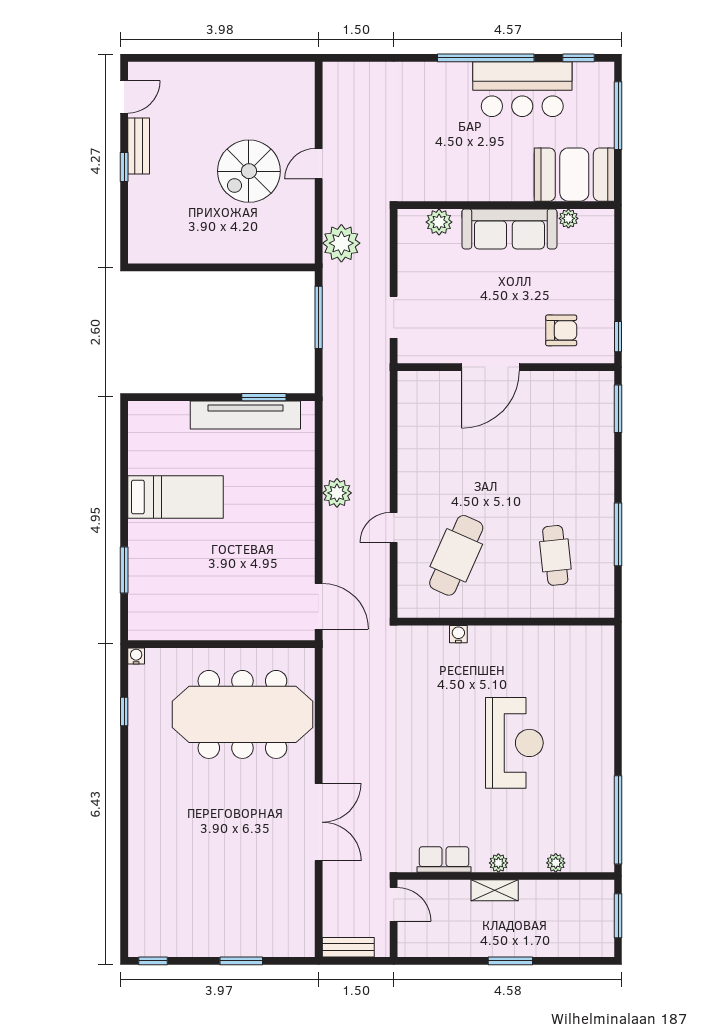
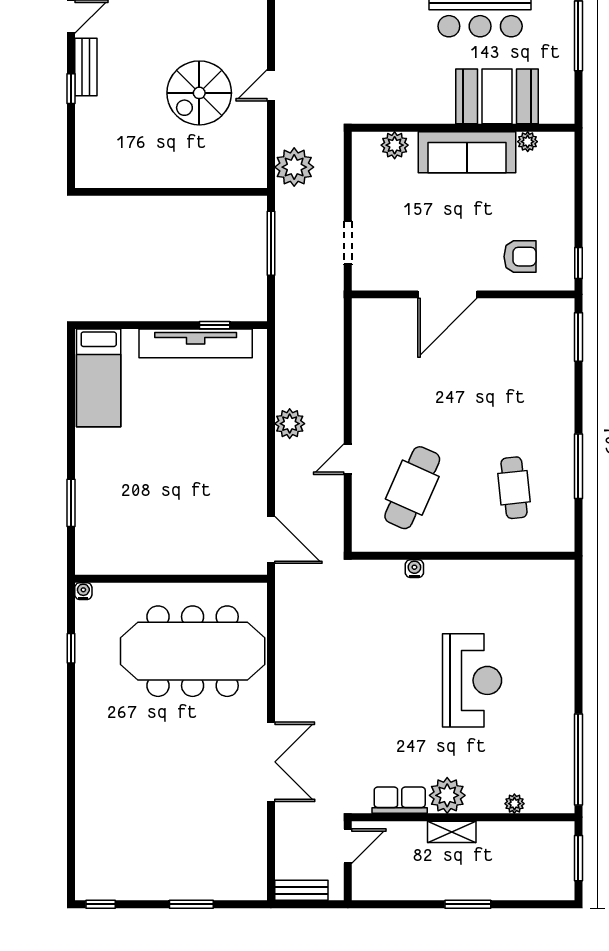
booth: (574, 175) -> (497, 96), moved
window: (264, 397) -> (215, 325), width x0.67
bed: (176, 497) -> (99, 378), moved, turned 90
plant: (498, 863) -> (447, 795), width x1.87, depth x1.87
door: (394, 904) -> (348, 846), hinge flipped

